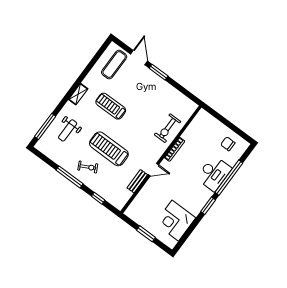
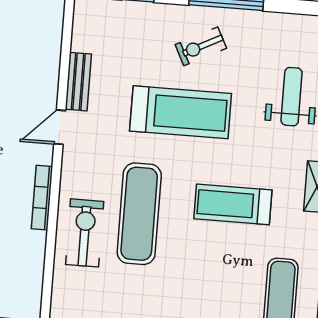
treadmill: (111, 106) -> (233, 204), turned 180
exercise mat: (145, 123) -> (139, 214), added

